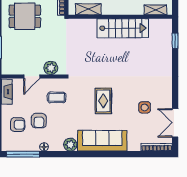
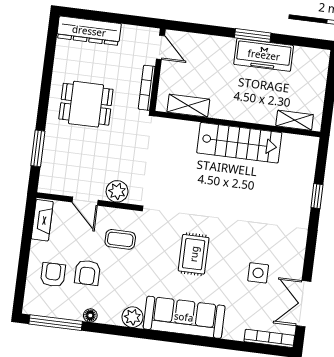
window: (175, 41) -> (317, 196), moved
door: (32, 76) -> (85, 201), hinge flipped
armchair: (18, 125) -> (53, 275), turned -90

